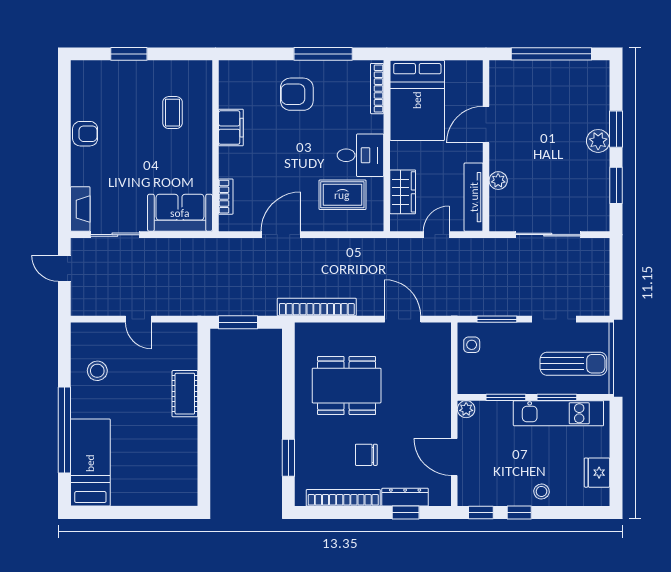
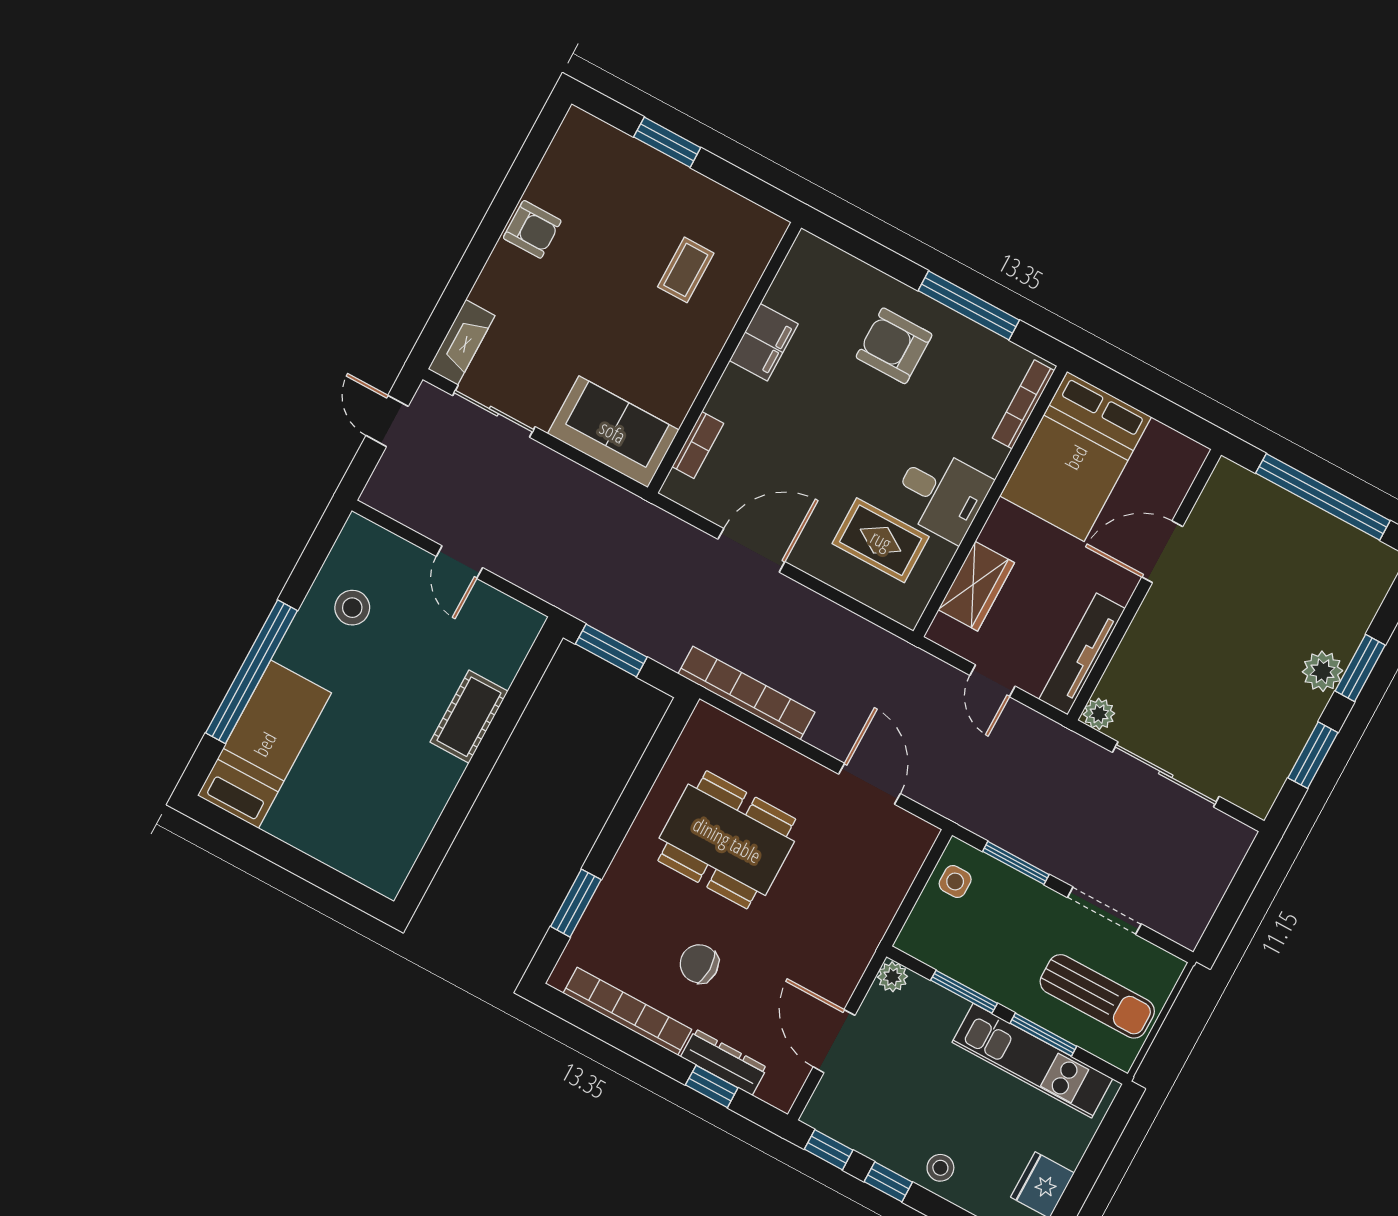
plant: (498, 181) -> (1099, 714), moved
door: (436, 235) -> (993, 681), swing flipped

